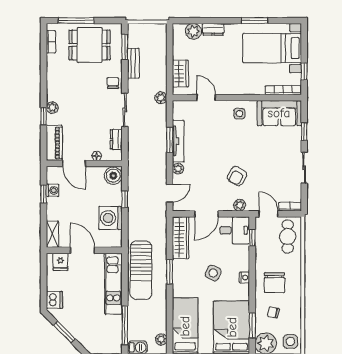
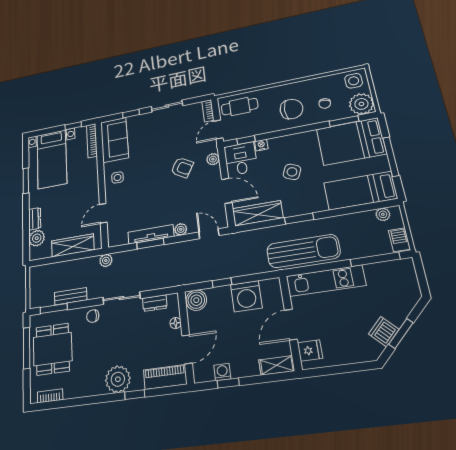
window: (76, 21) -> (27, 348), moved
wardrobe: (180, 74) -> (73, 245), width x1.50
plant: (52, 108) -> (118, 379), width x1.88, depth x1.88
nightstand: (244, 278) -> (261, 145), moved
dishwasher: (54, 300) -> (384, 332), moved, turned -45

